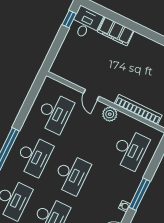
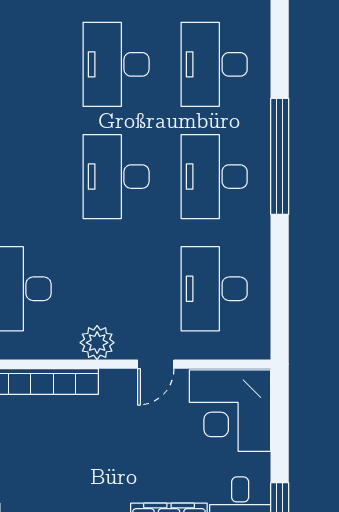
corner desk: (71, 63) -> (230, 411), added
door: (91, 95) -> (156, 364), swing flipped

